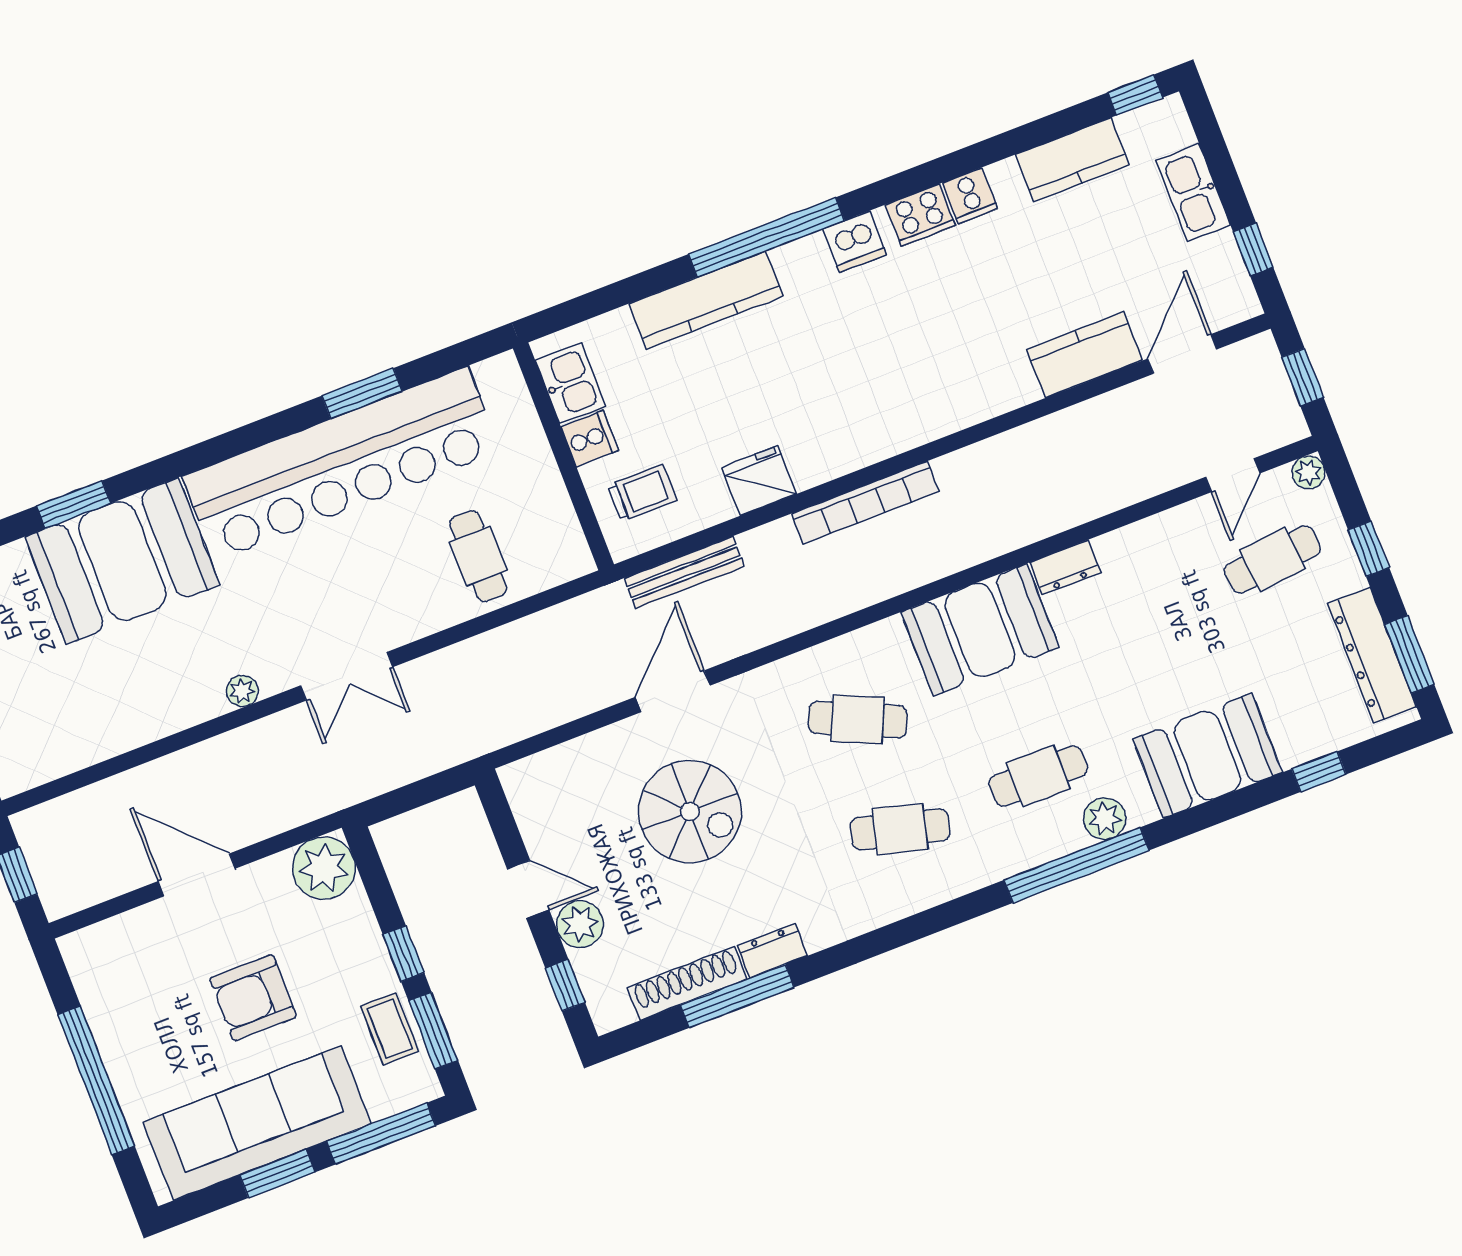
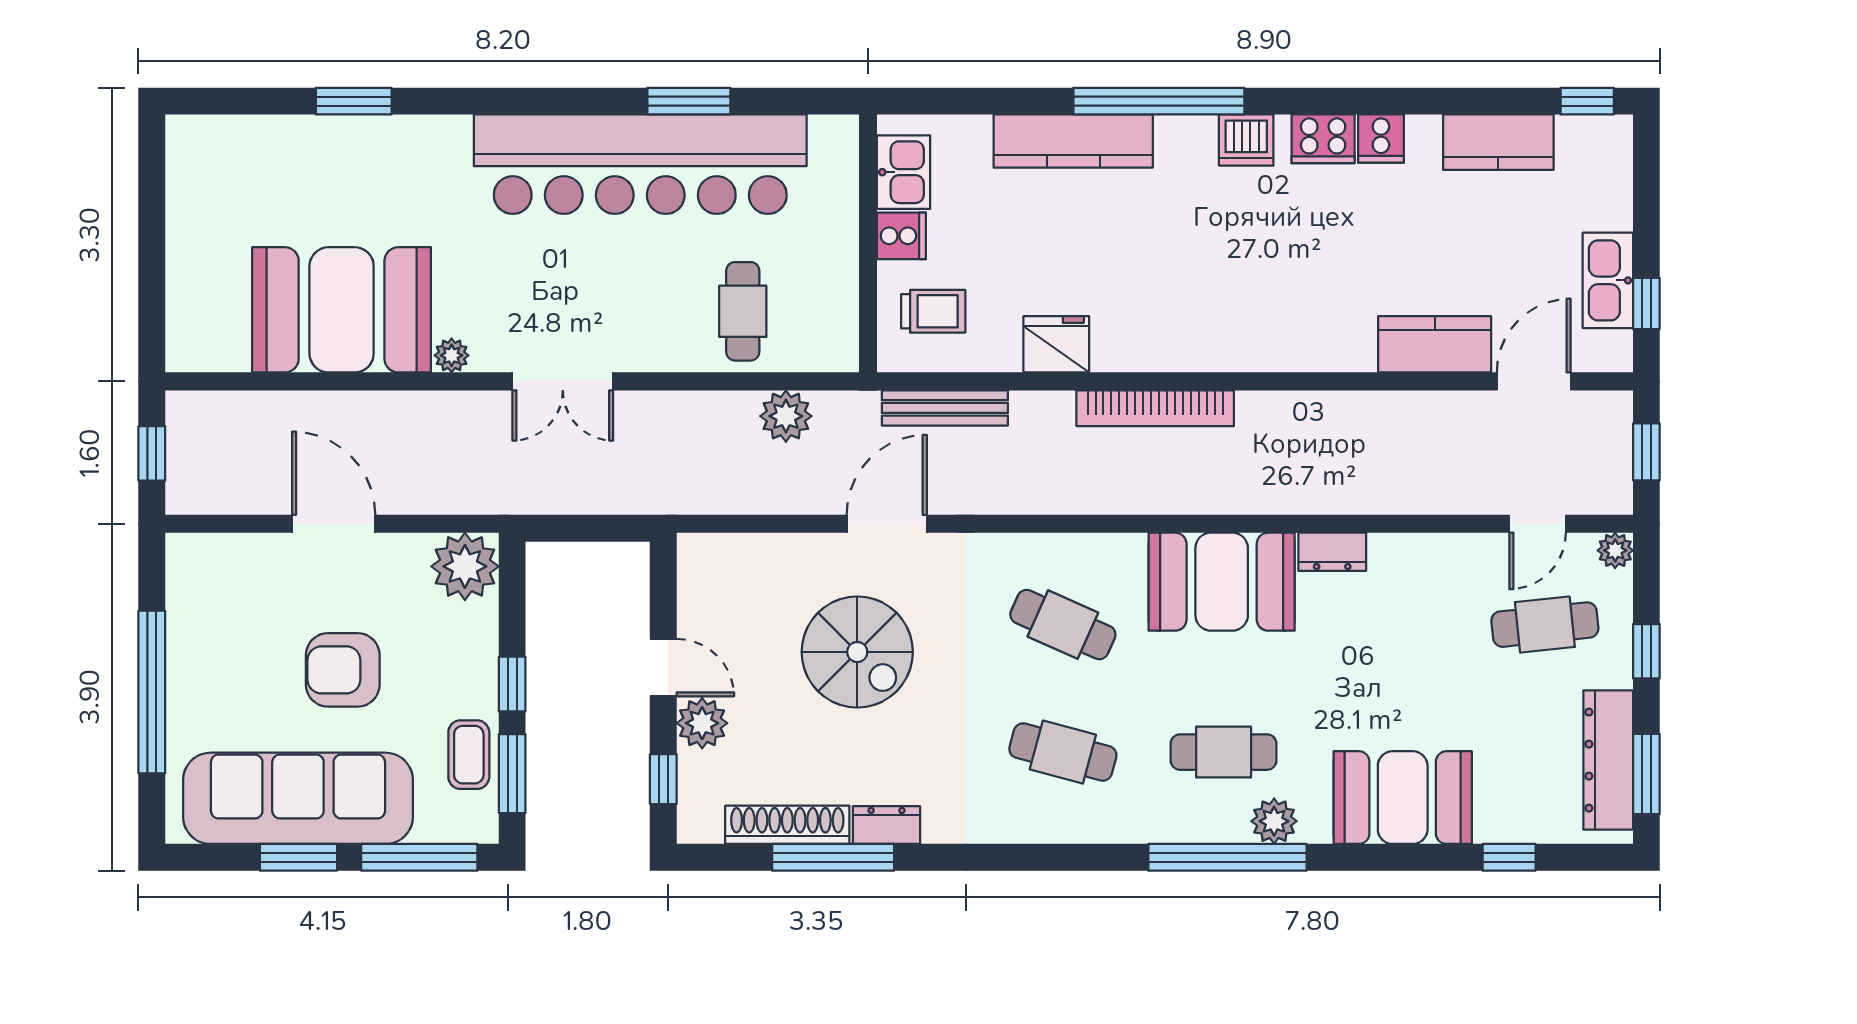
kitchen sink: (1193, 193) -> (1608, 280), moved
booth: (122, 561) -> (342, 310), moved
plant: (550, 632) -> (786, 416), added

